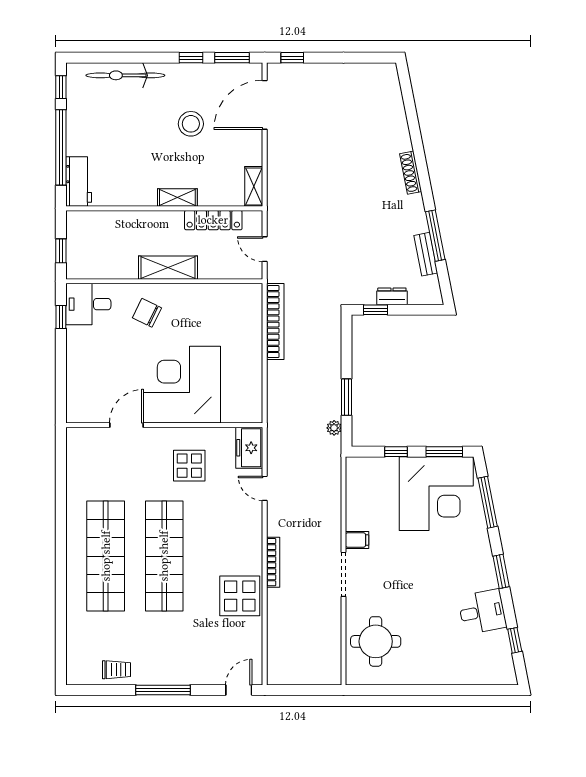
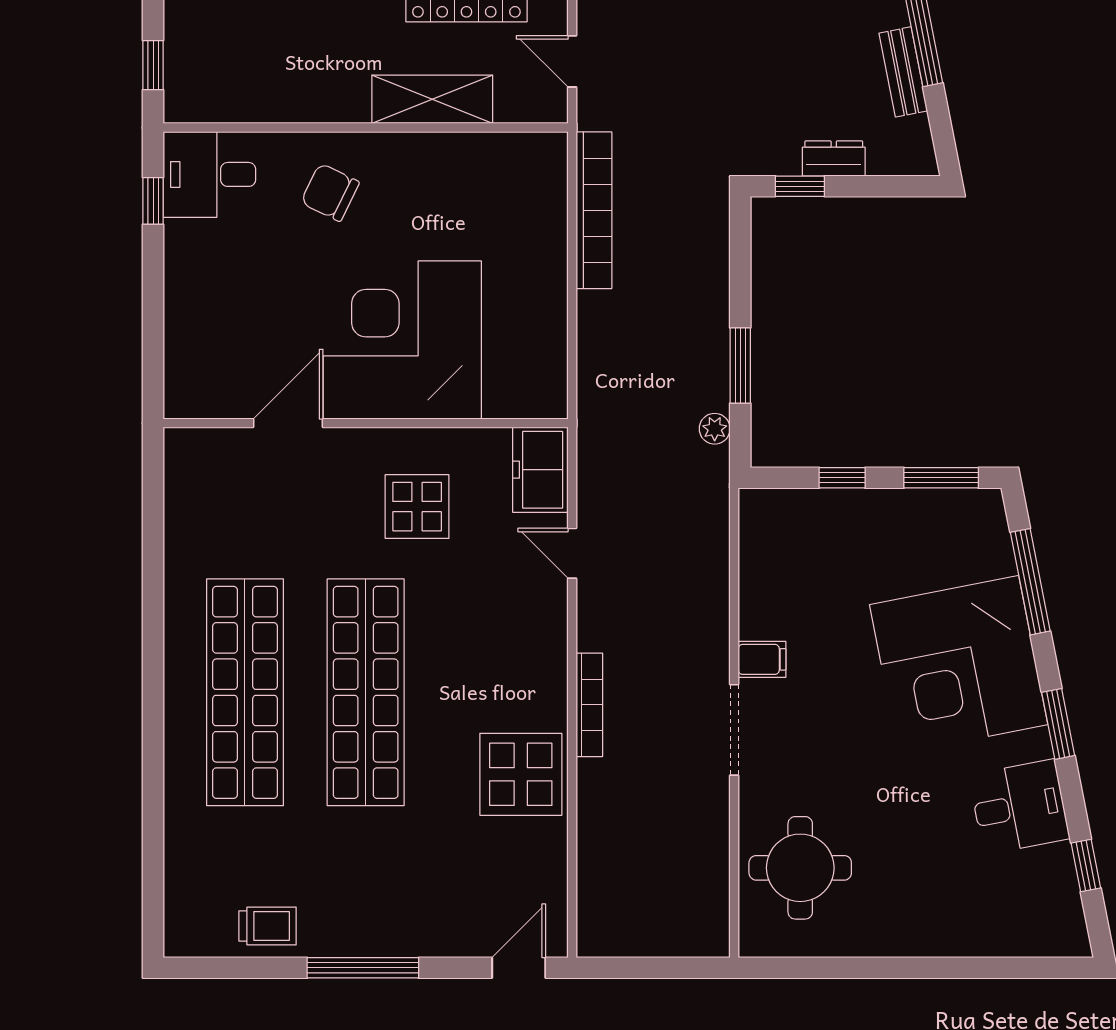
shelving: (168, 268) -> (432, 99), moved
corner desk: (436, 494) -> (959, 665), moved, turned 79

